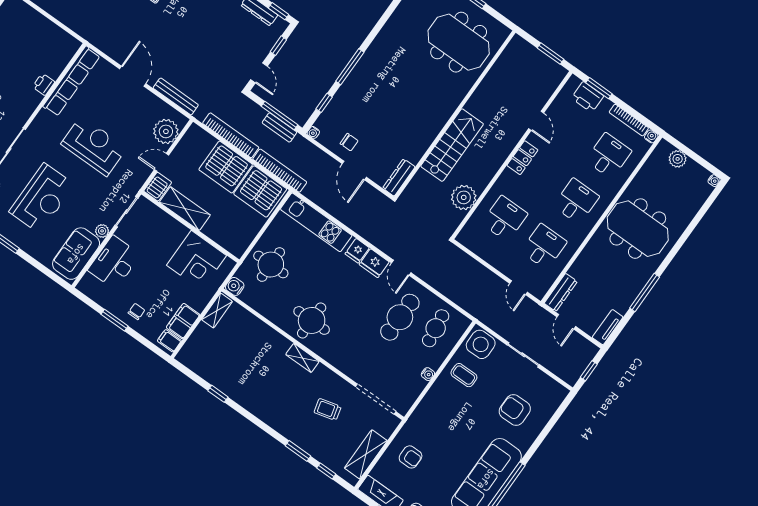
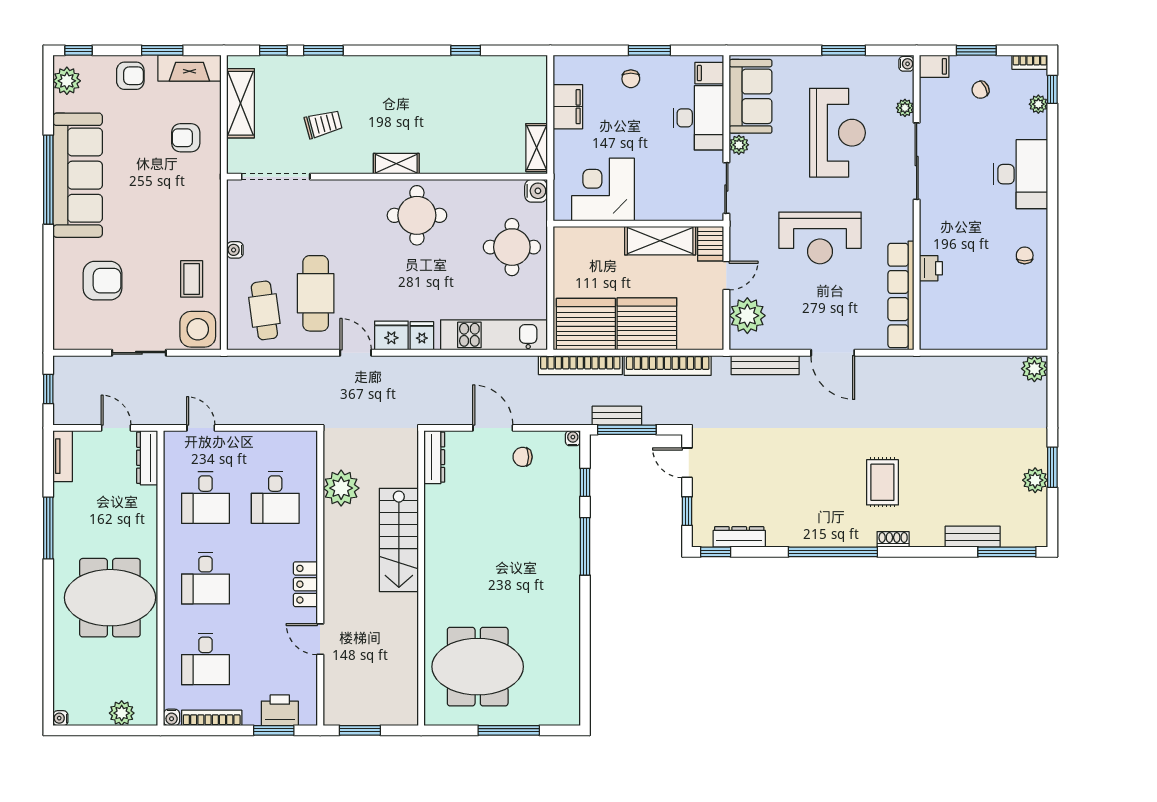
reception desk: (42, 198) -> (837, 133), turned 180
filing cabinet: (169, 341) -> (709, 73), moved, turned 180
coffee table: (464, 375) -> (192, 279), turned 90

